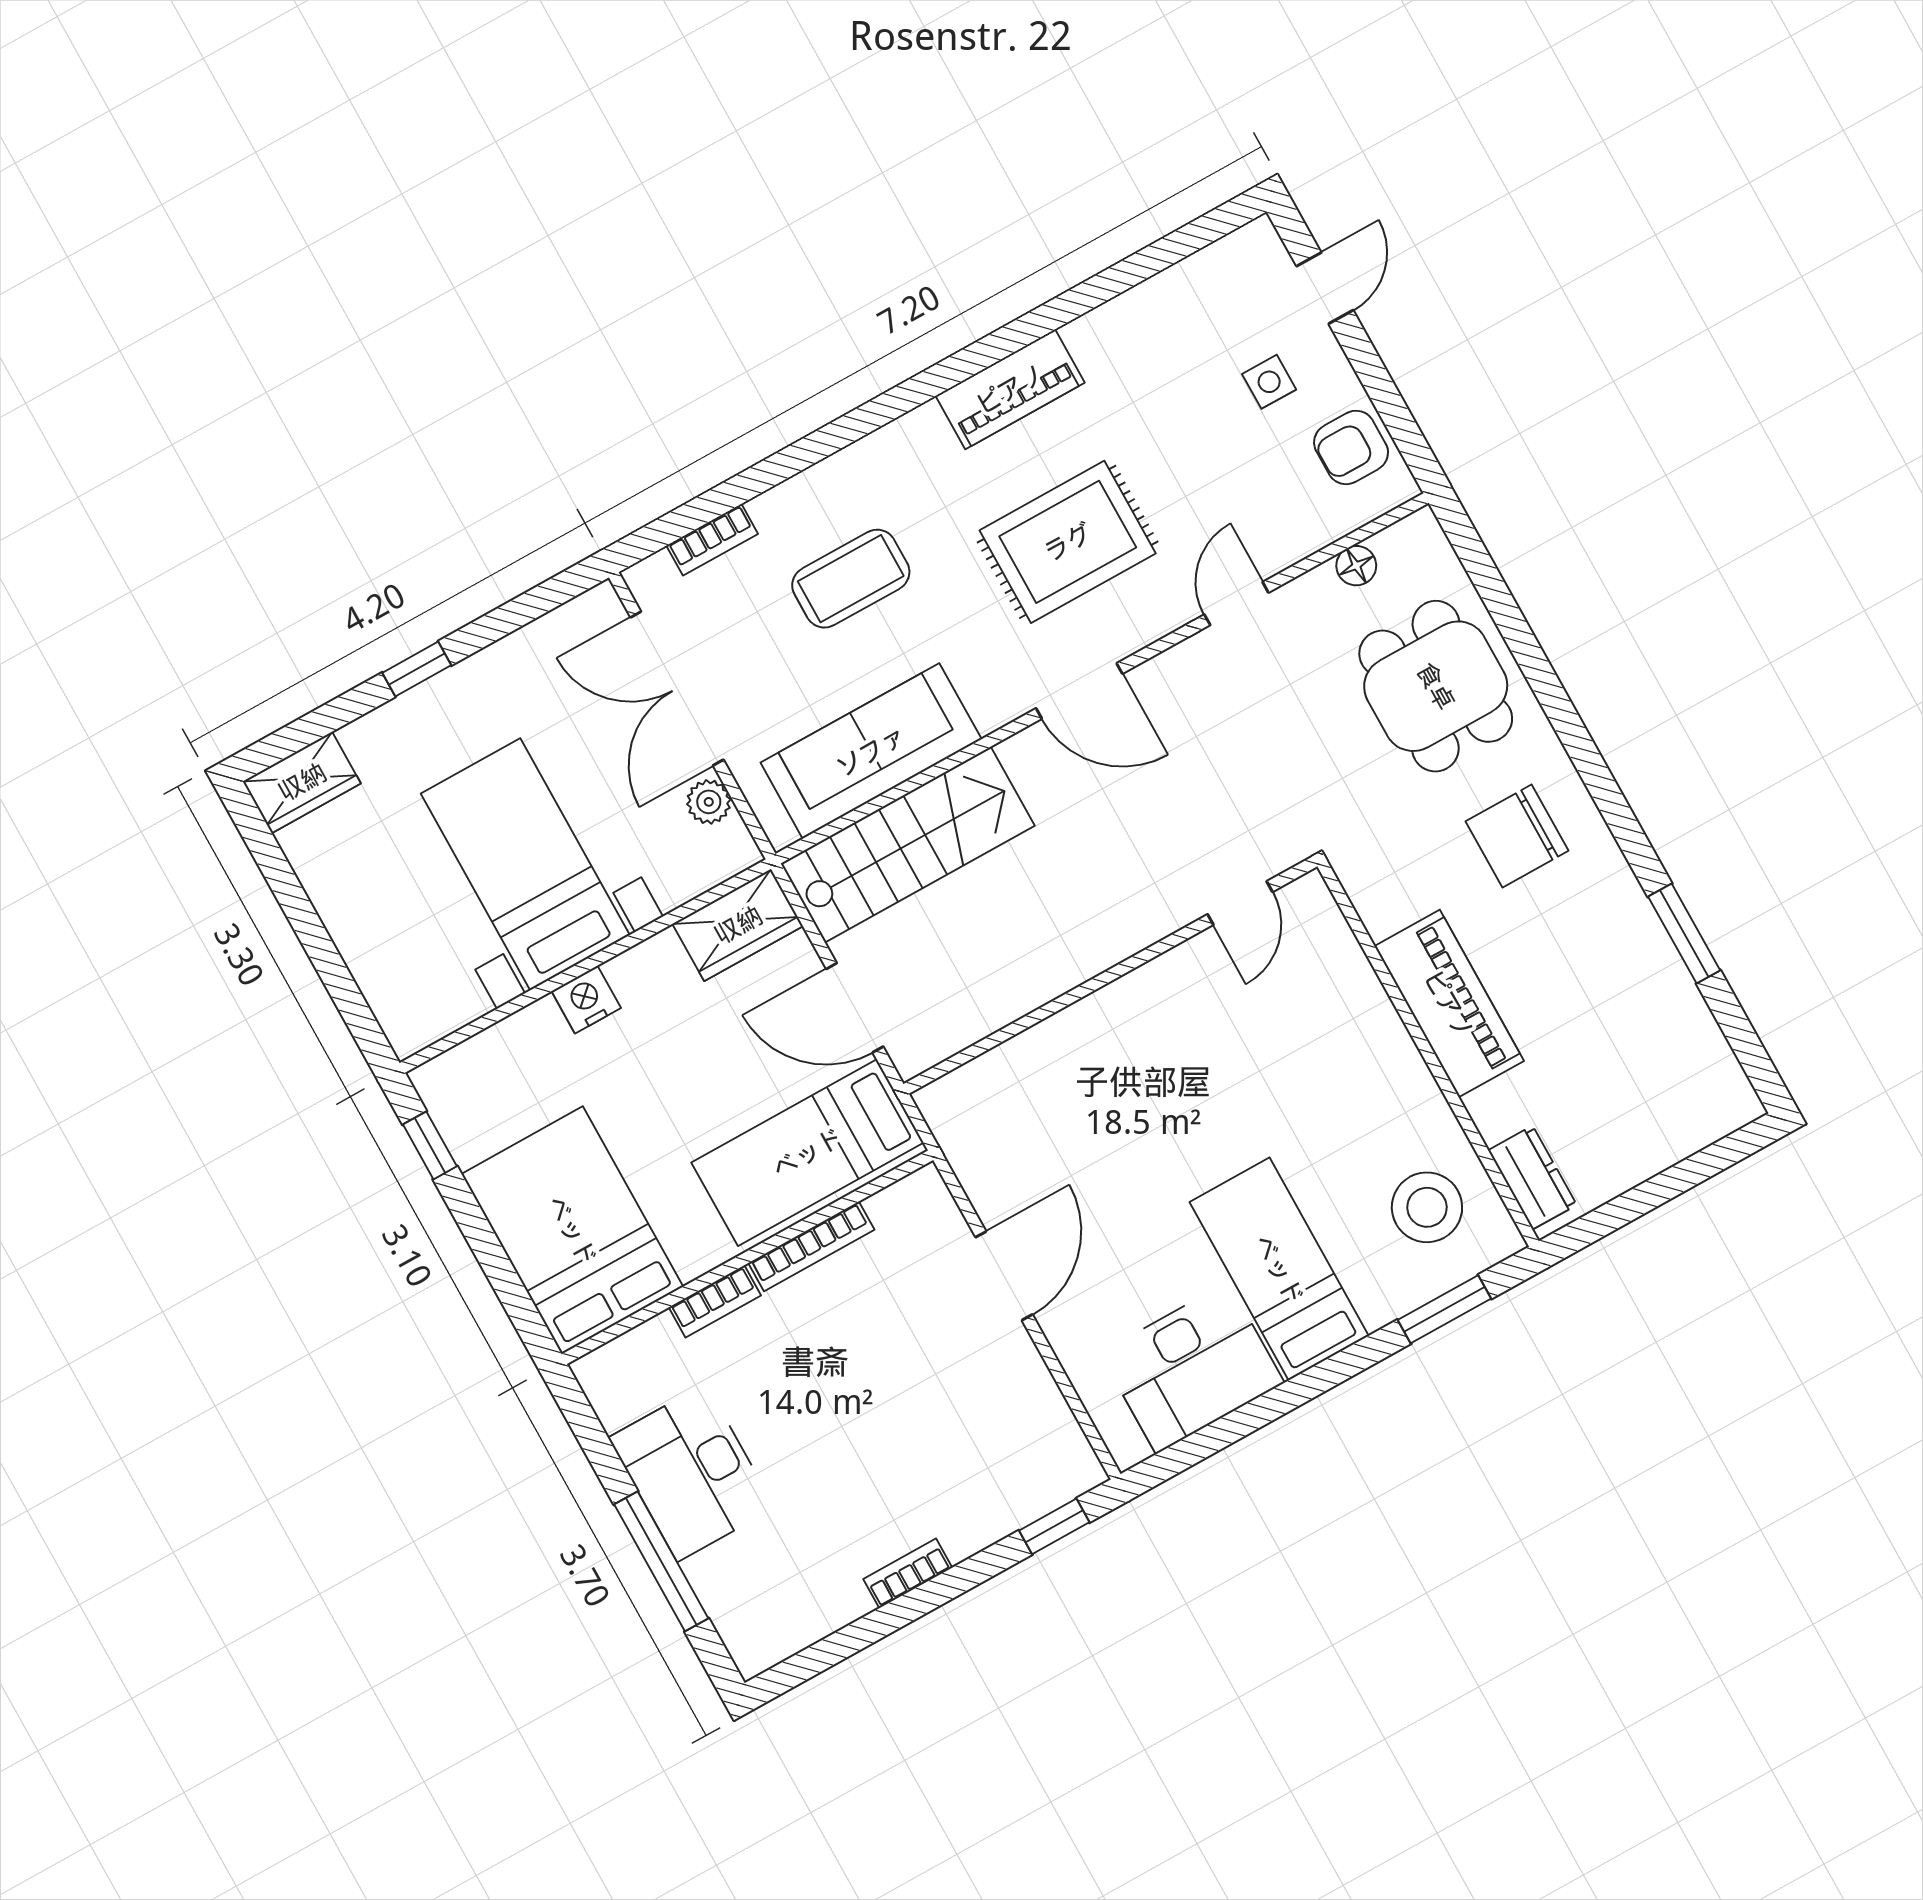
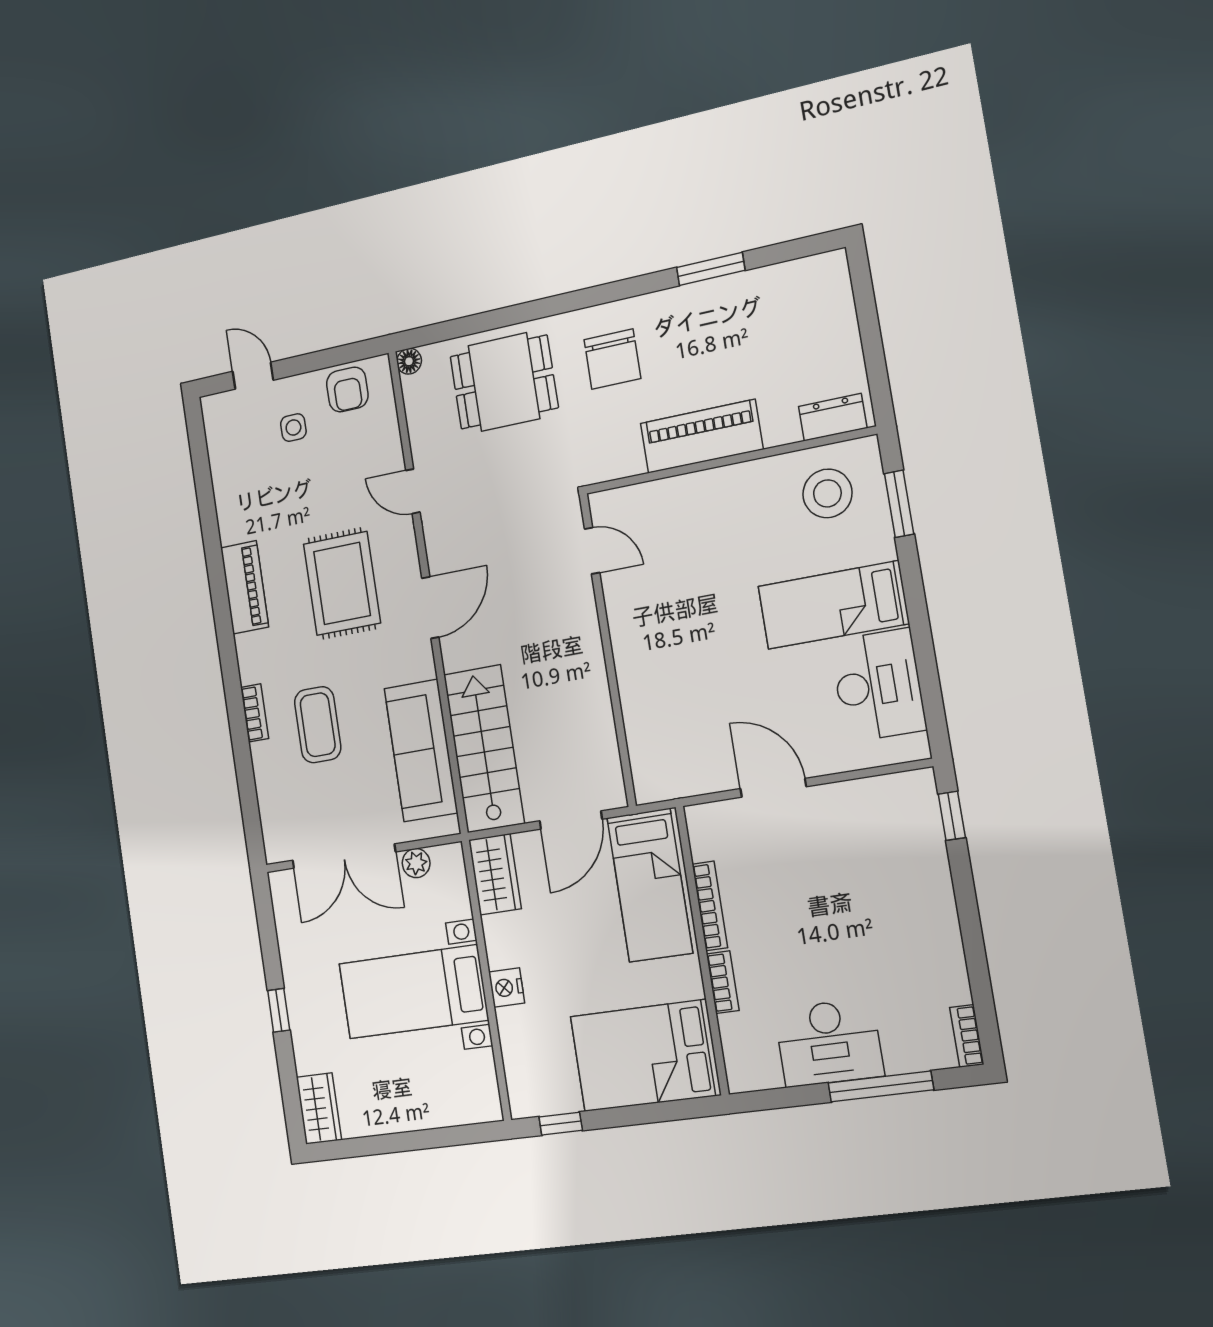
bookcase: (712, 540) -> (255, 713), moved
floor lamp: (1356, 566) -> (409, 361), moved
bookcase: (908, 1573) -> (967, 1036), moved

